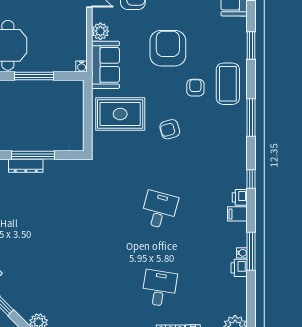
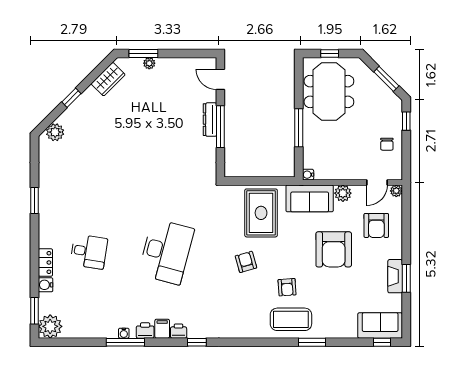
window: (251, 45) -> (312, 342), moved
armchair: (168, 48) -> (334, 249), moved, turned 90
armchair: (195, 88) -> (287, 287), turned 86
window: (251, 117) -> (258, 342), removed
desk: (159, 210) -> (166, 252), width x1.87, depth x1.30
printer: (239, 268) -> (145, 330), moved

